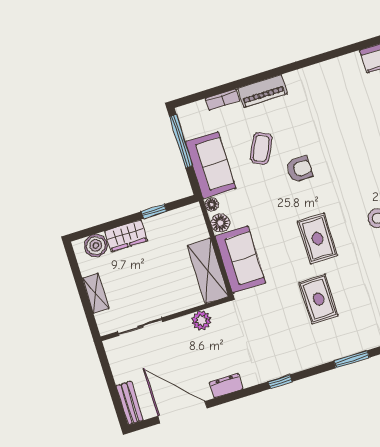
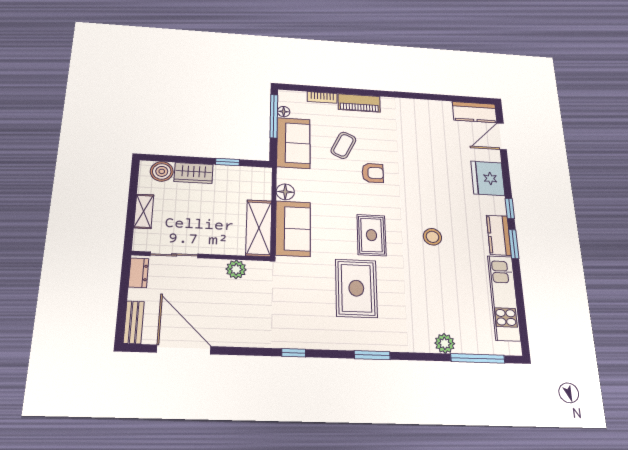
floor lamp: (212, 204) -> (284, 112), moved
rug: (319, 299) -> (356, 288), width x1.36, depth x1.43
dresser: (226, 386) -> (139, 273), moved, turned 90

